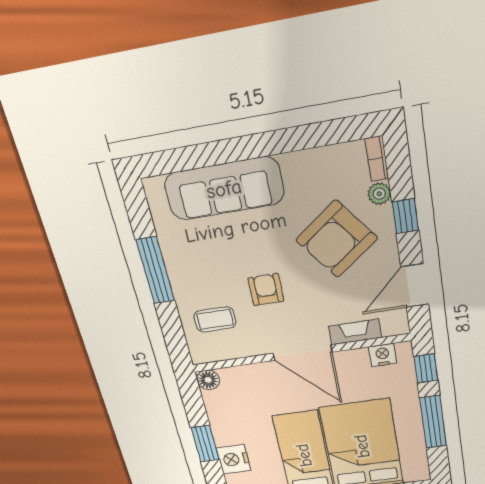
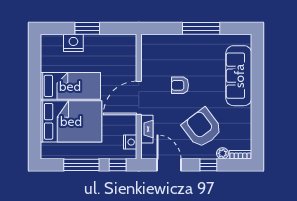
armchair: (266, 290) -> (180, 85), turned 180
coffee table: (215, 319) -> (167, 54), removed
floor lamp: (208, 380) -> (130, 41), removed

